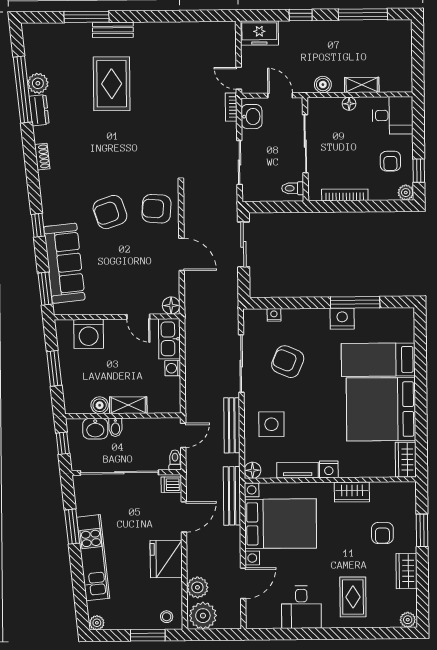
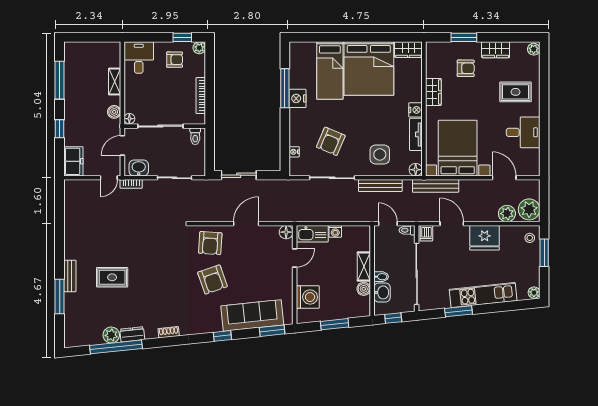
rug: (112, 84) -> (112, 277), width x0.73, depth x0.70
floor lamp: (349, 104) -> (129, 119), moved

